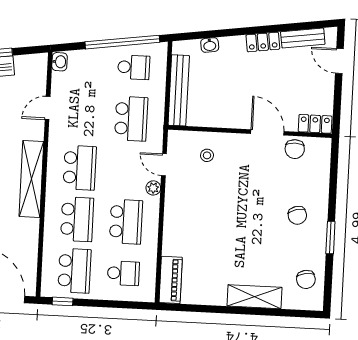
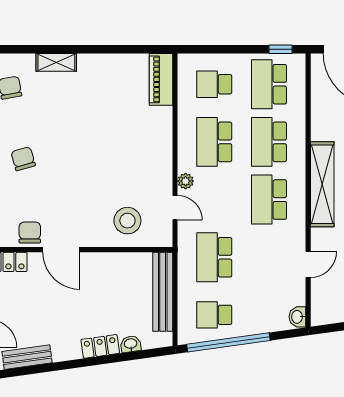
locker: (263, 42) -> (100, 346), moved
stool: (207, 155) -> (127, 221), width x1.89, depth x1.89
shelving: (254, 297) -> (56, 62), width x0.67, depth x0.75

